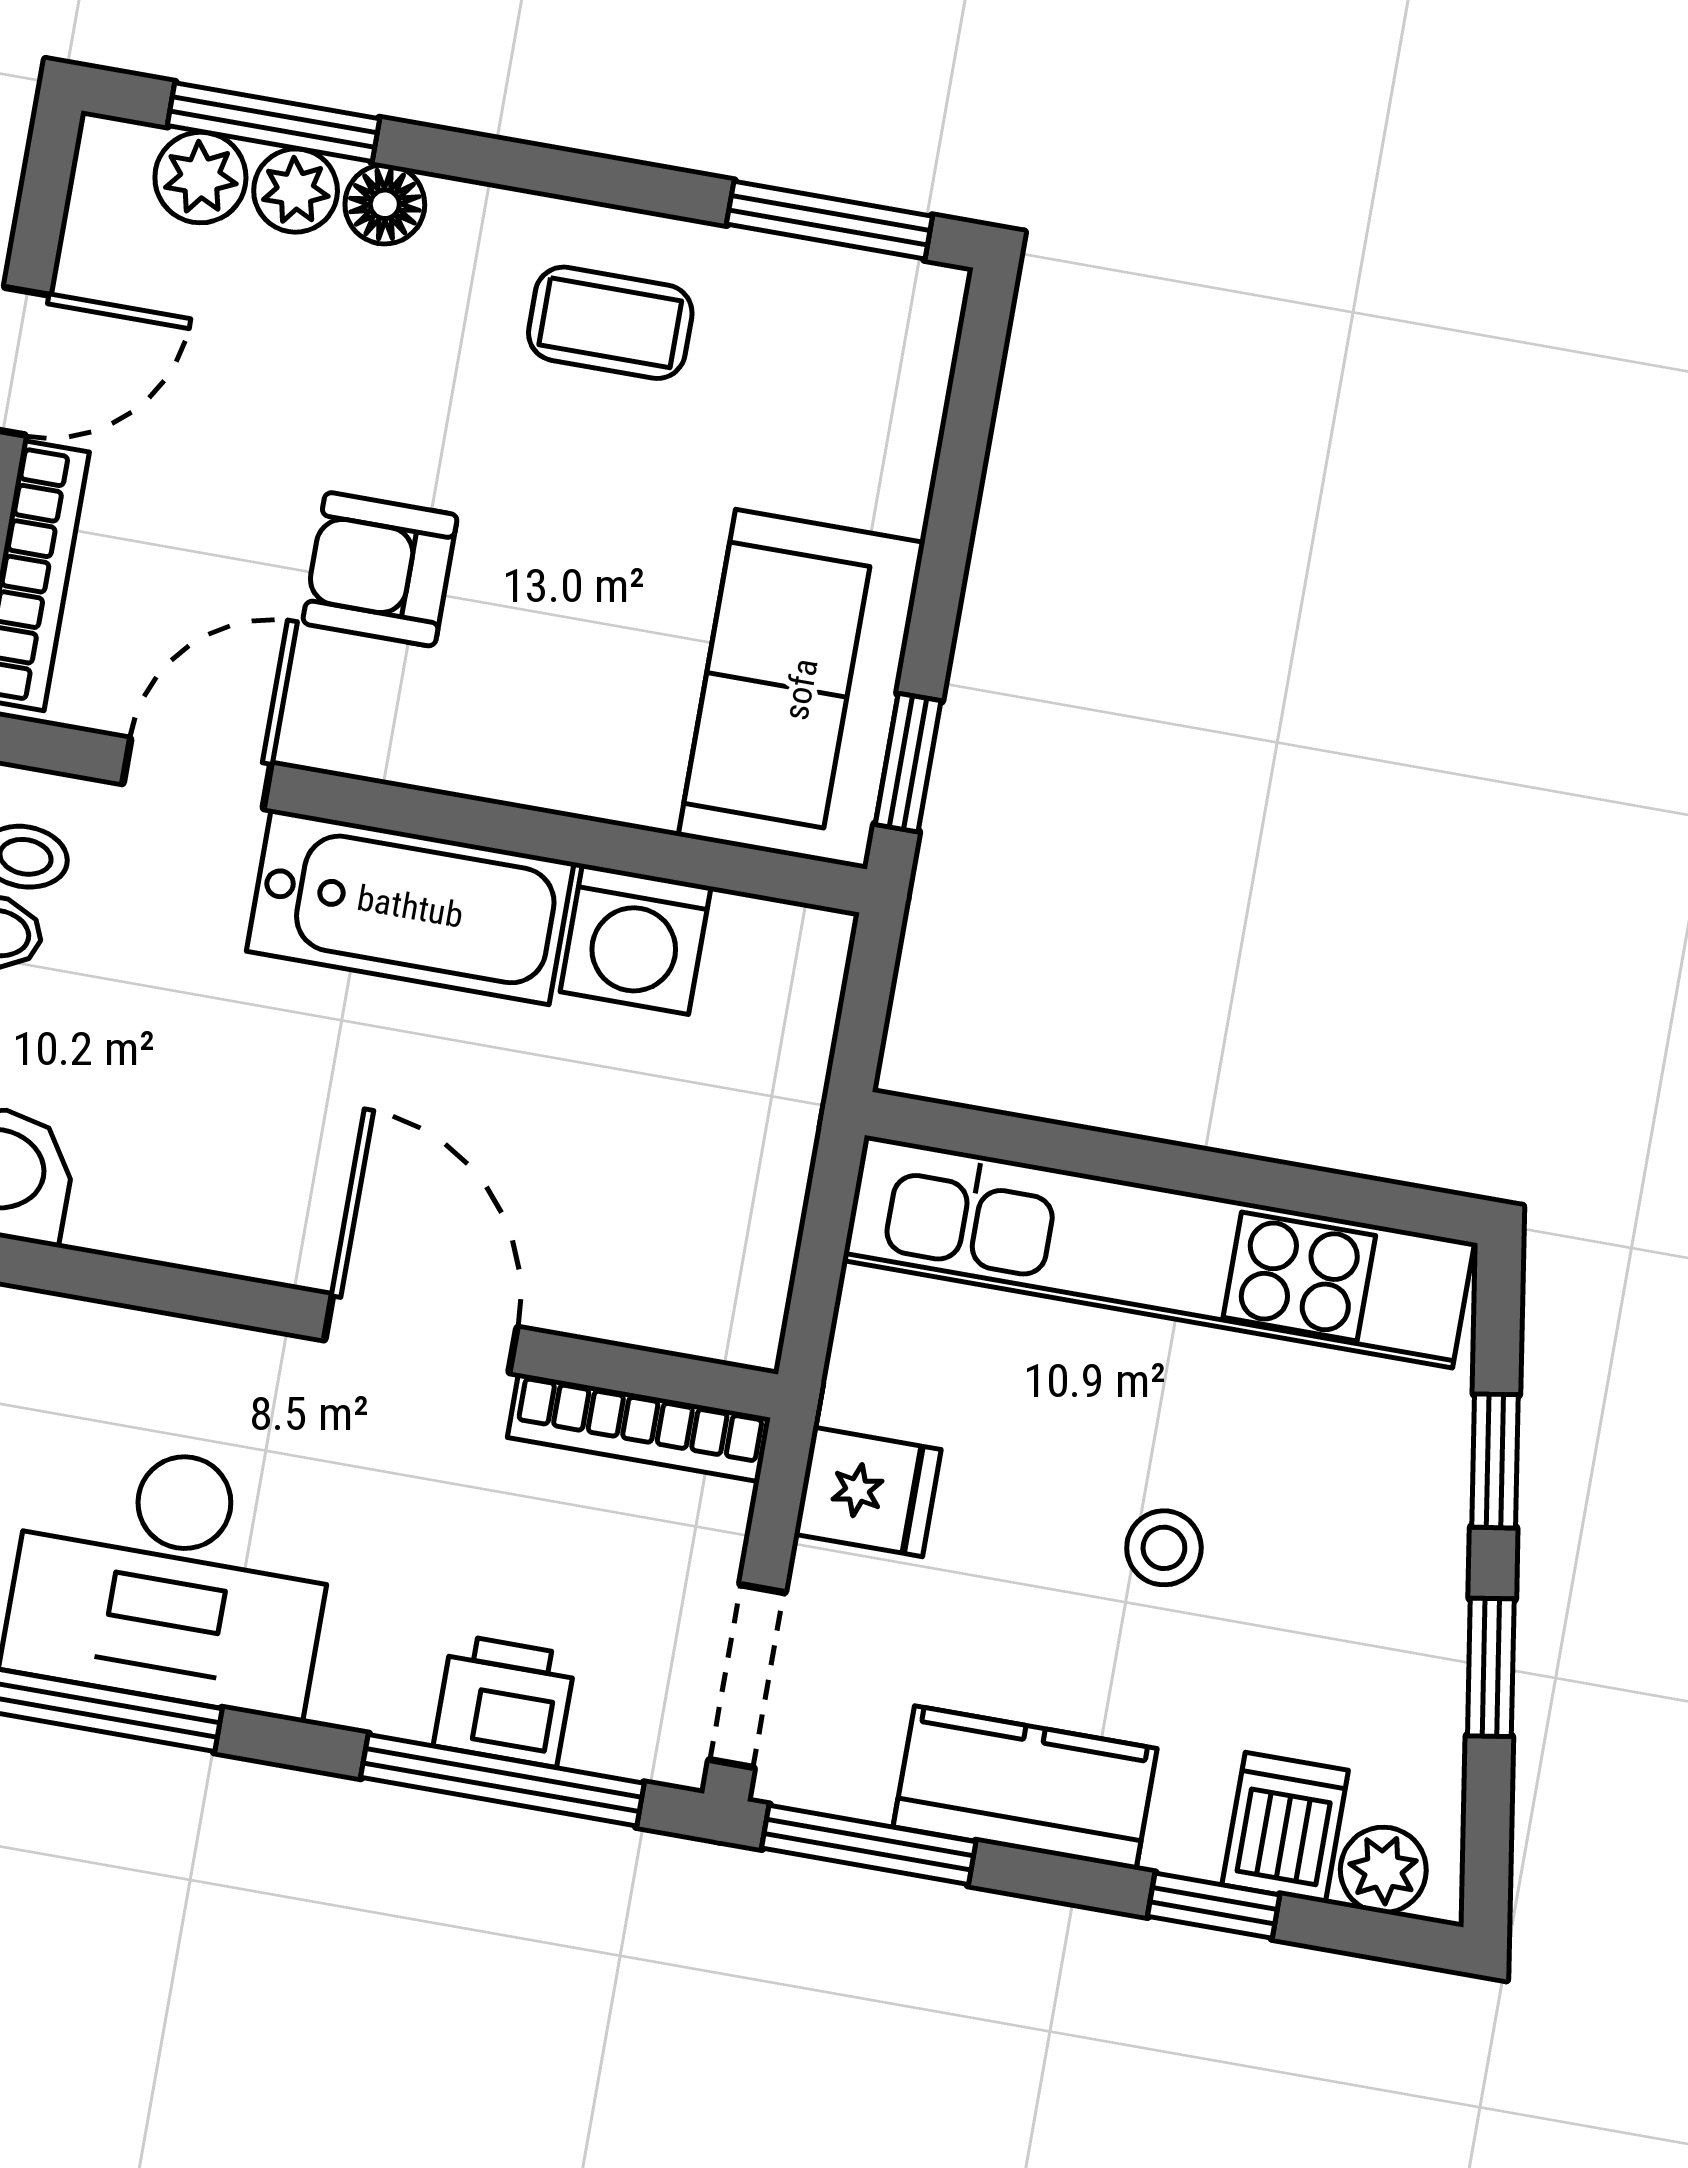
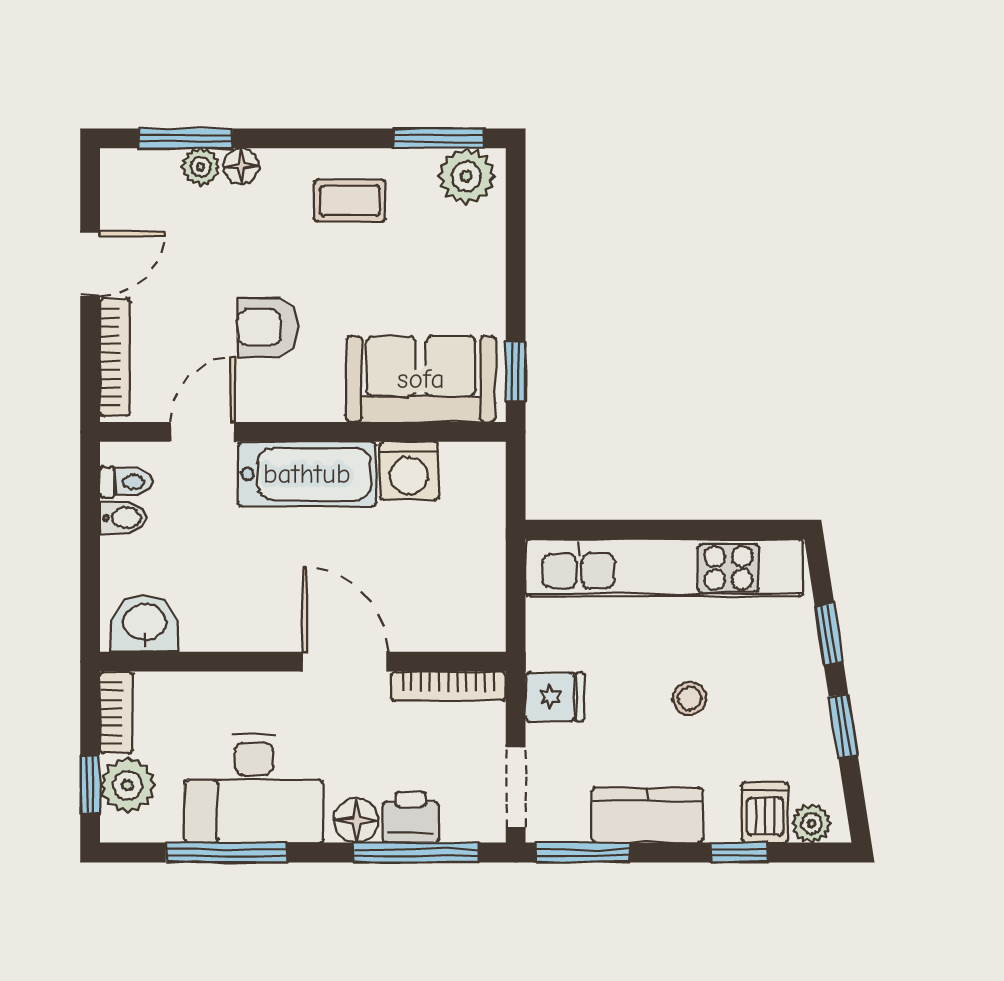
plant: (200, 178) -> (466, 176), moved, width x1.38, depth x1.38
sofa: (801, 689) -> (421, 379), moved, turned 90
floor lamp: (384, 1686) -> (356, 820), added

